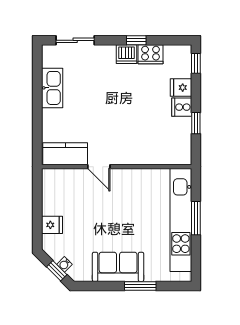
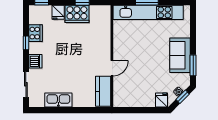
dishwasher: (127, 54) -> (35, 61), moved
cooker: (182, 107) -> (77, 14), width x1.87, depth x1.31
fridge: (52, 225) -> (162, 100), moved
window: (140, 286) -> (193, 65), moved

